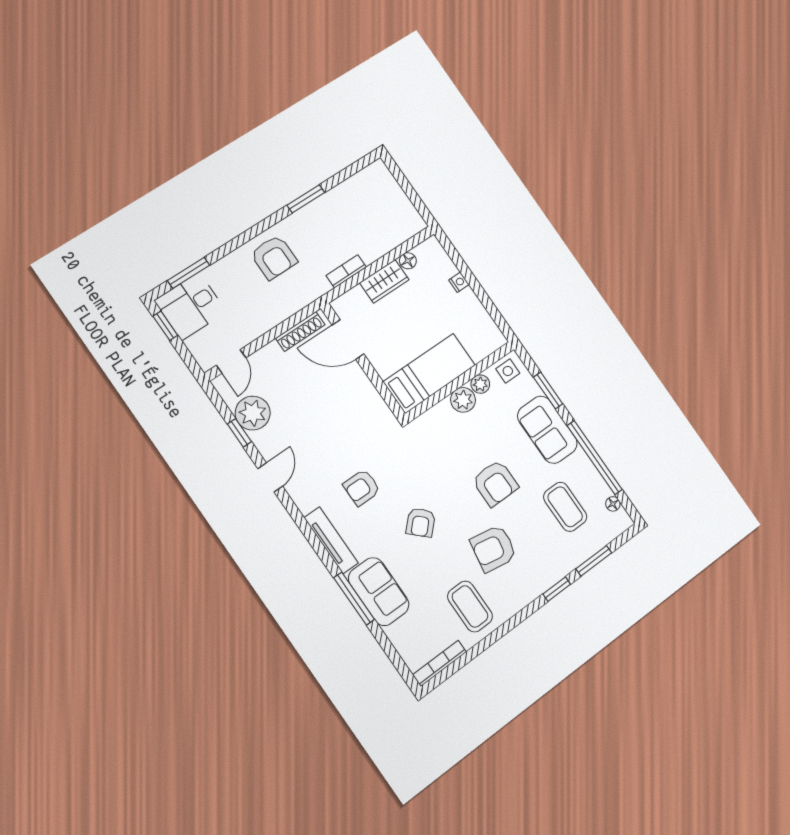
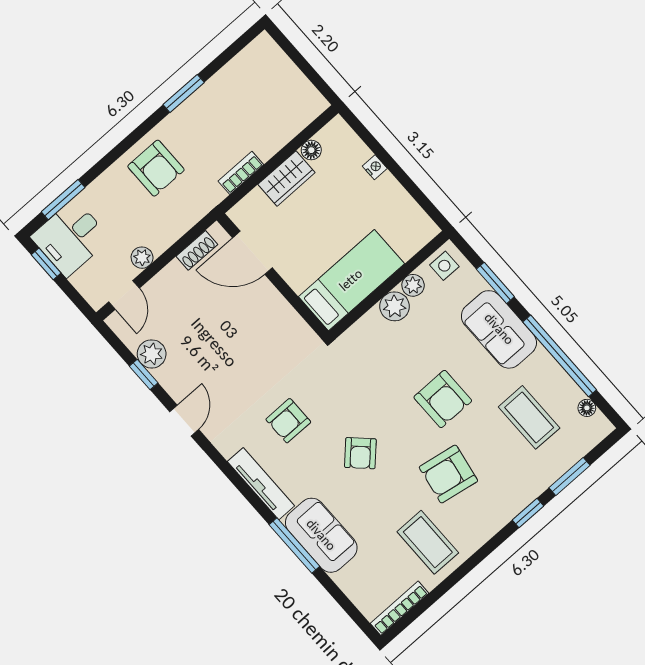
plant: (252, 331) -> (142, 258), added
shoe rack: (300, 331) -> (197, 250), width x0.70
plant: (253, 413) -> (152, 354), width x0.73, depth x0.73

